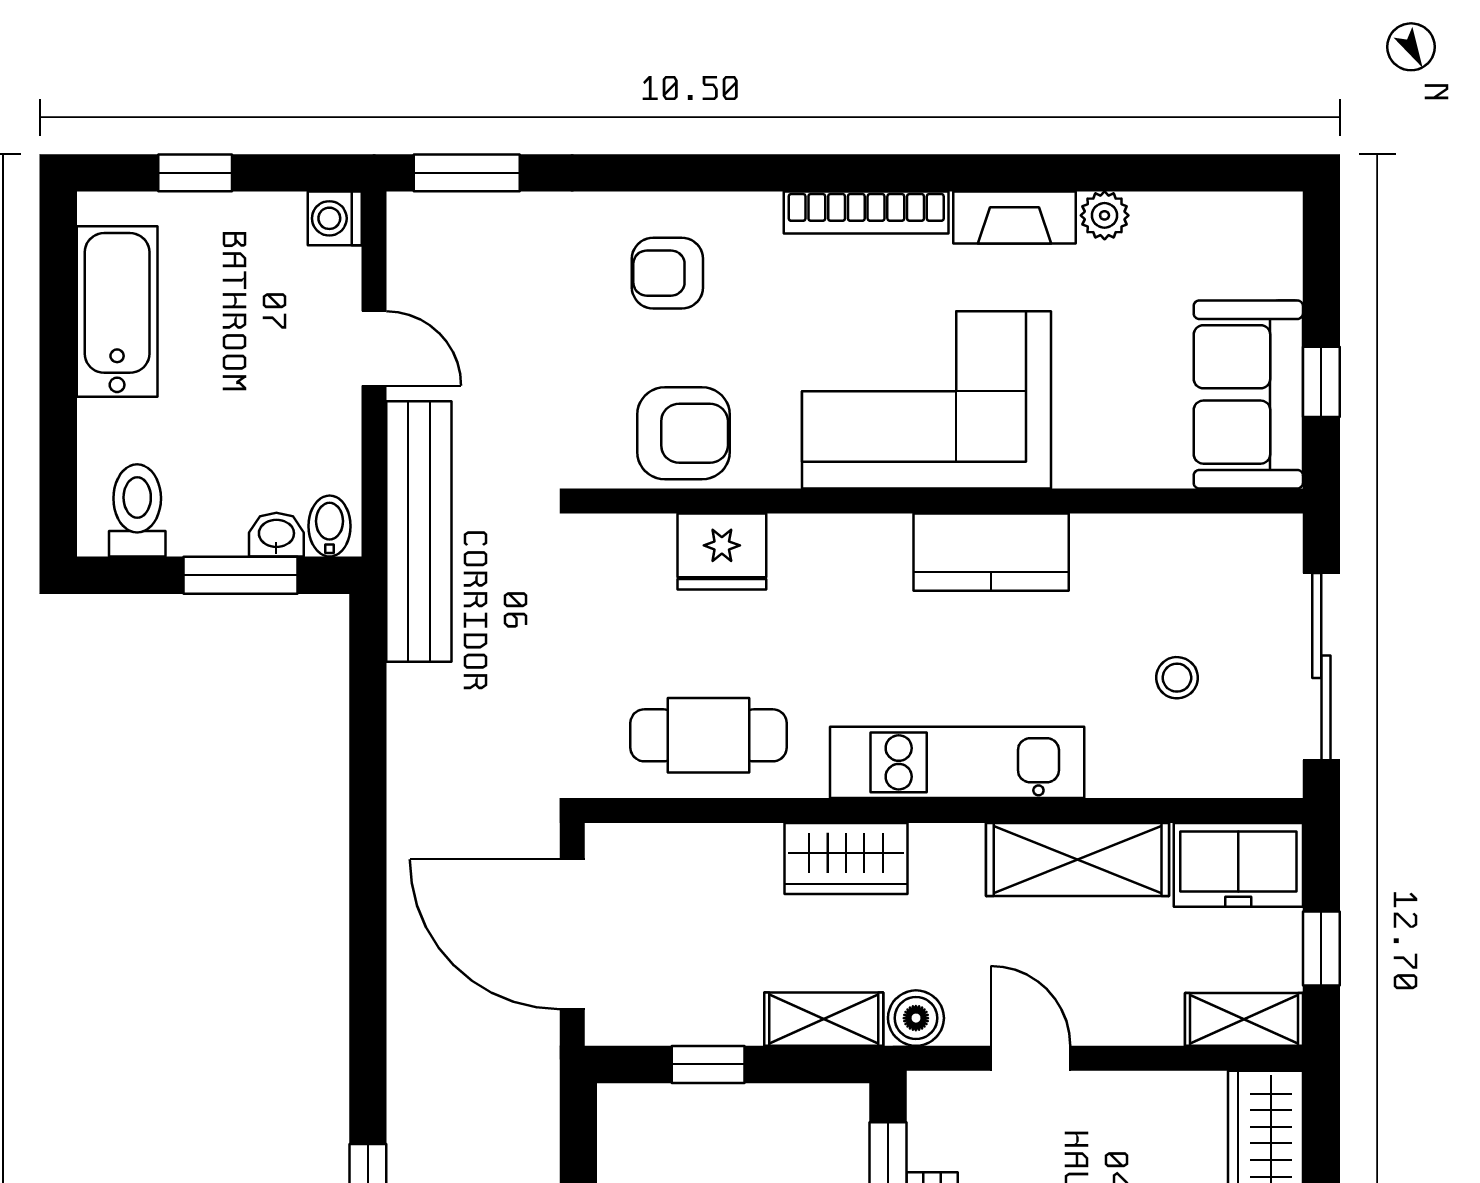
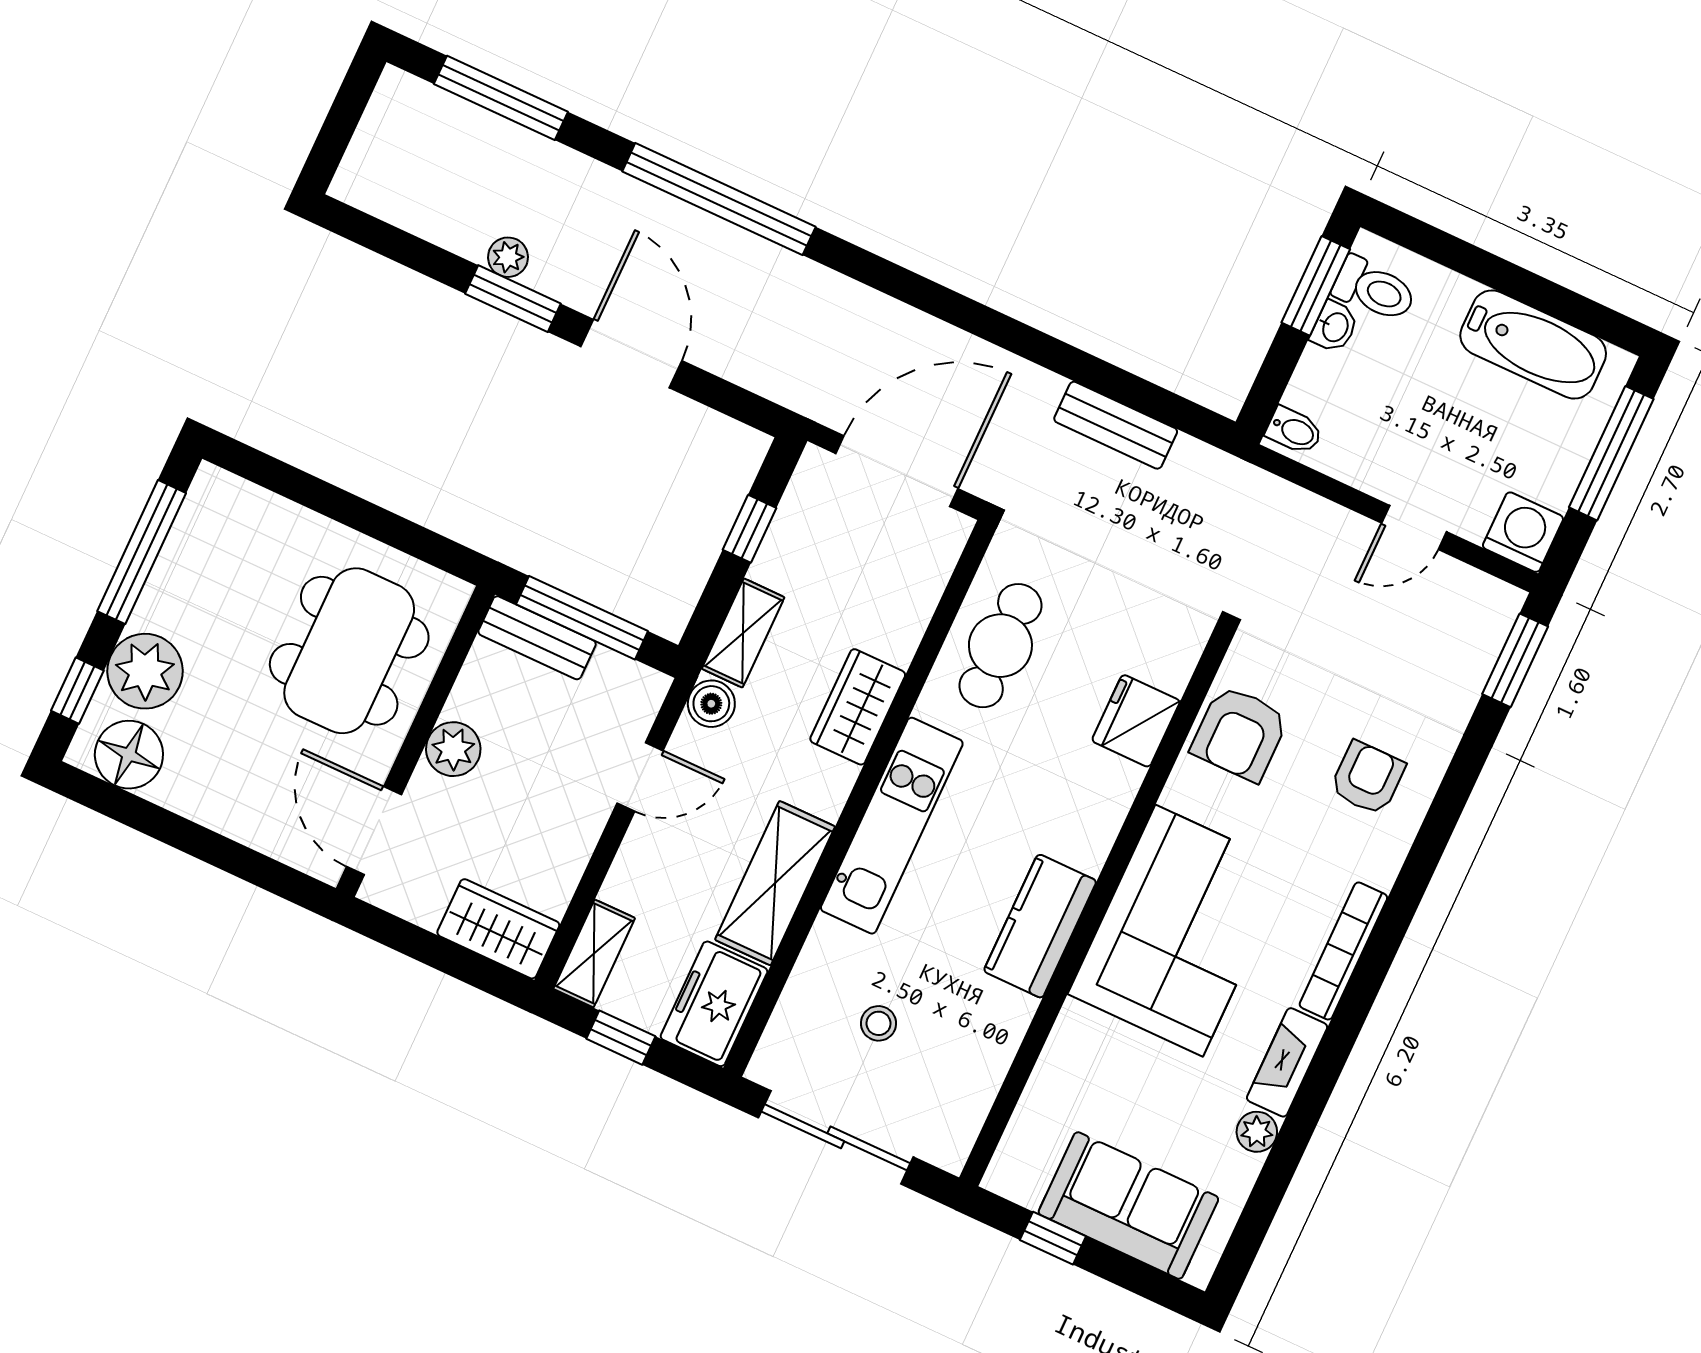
window: (195, 173) -> (1611, 453), width x2.17
washing machine: (335, 218) -> (1523, 532), width x1.38, depth x1.38
sofa: (1248, 394) -> (1128, 1206), moved
bench: (419, 532) -> (1116, 425), moved, width x0.54, depth x0.82
washbasin: (276, 535) -> (1334, 327), moved
window: (240, 575) -> (1316, 286), moved

